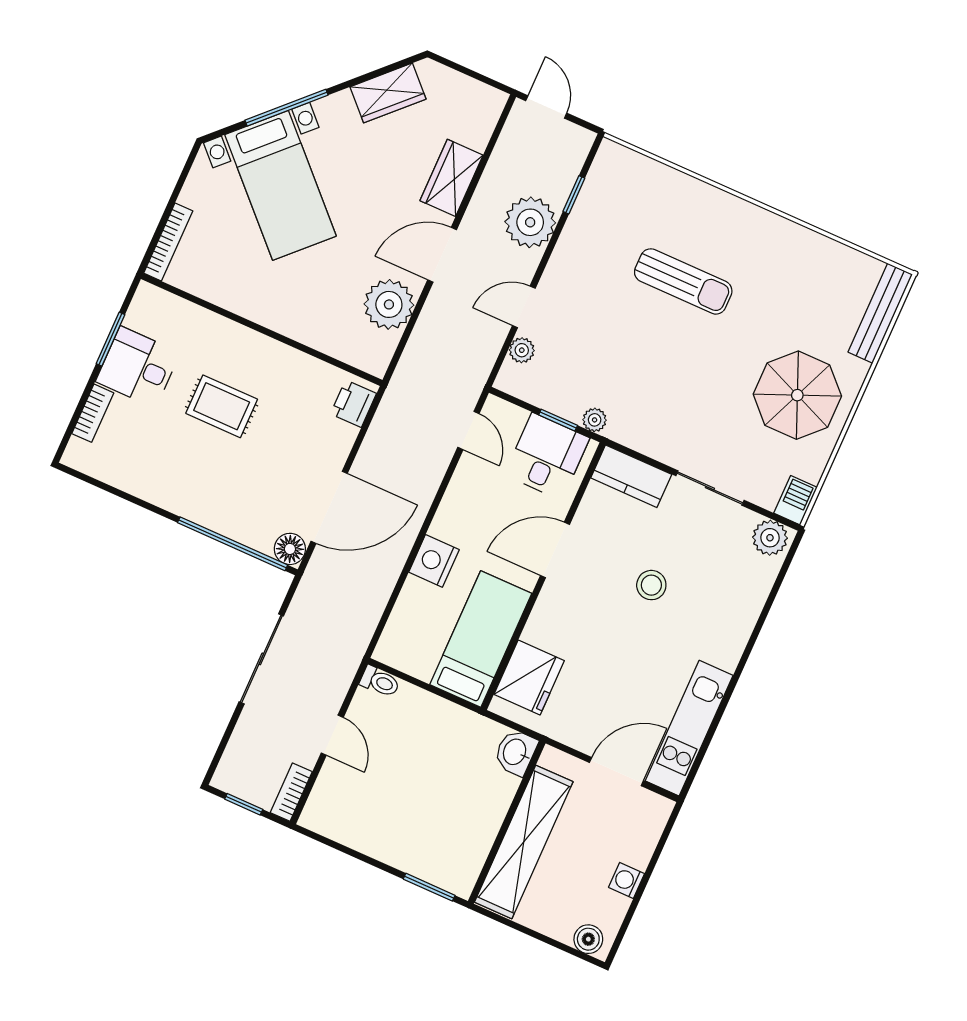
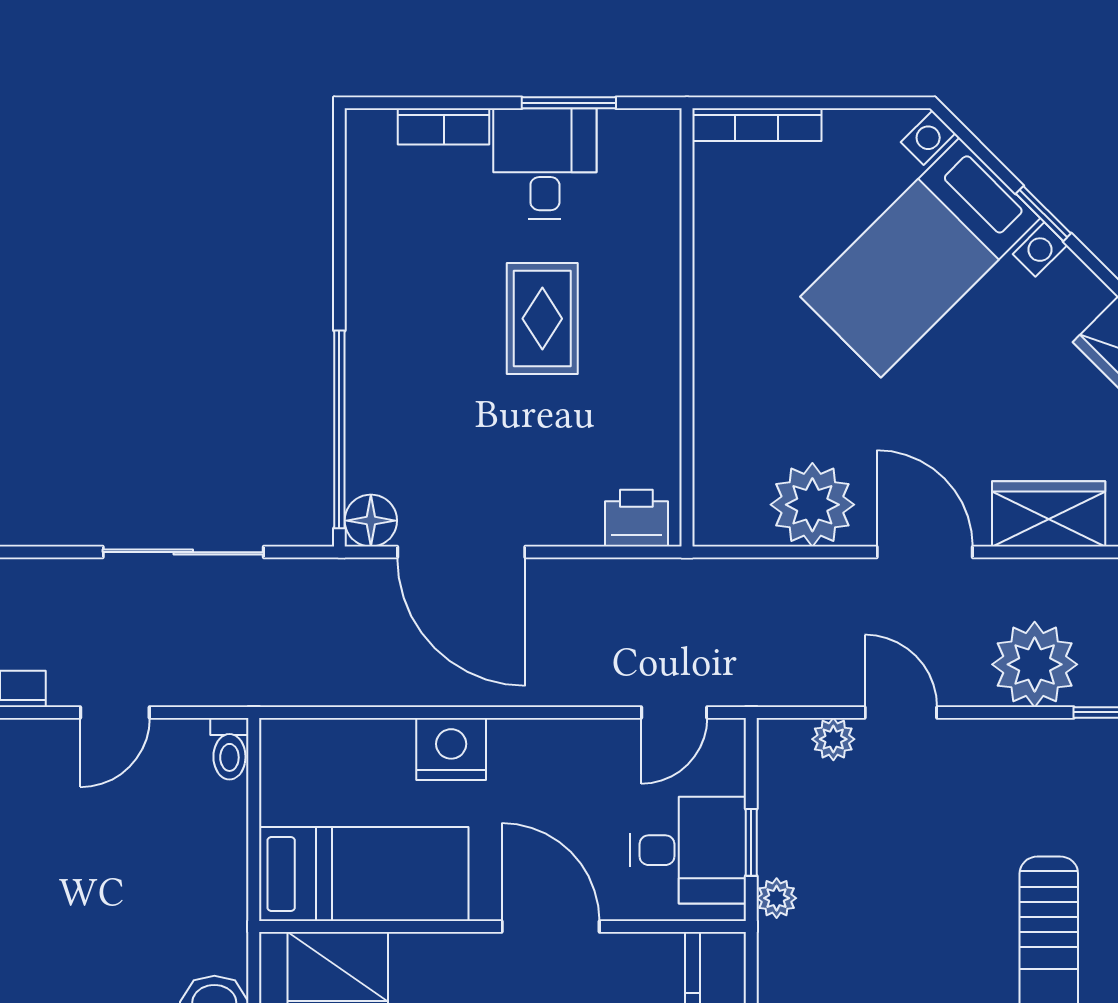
window: (287, 108) -> (1043, 214), width x0.46

